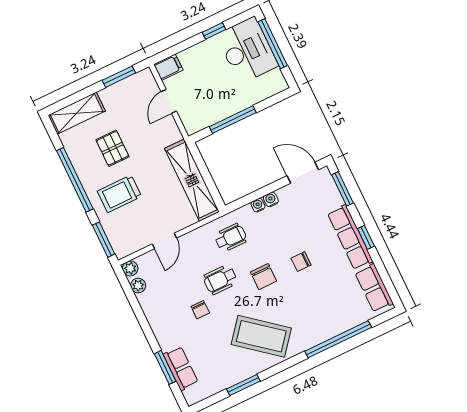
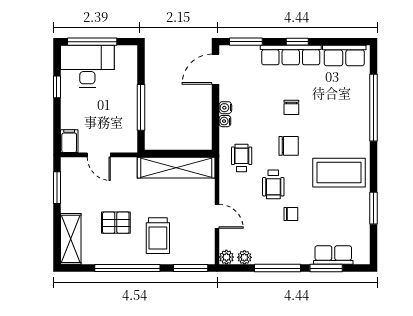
window: (143, 322) -> (278, 268), added
coffee table: (261, 336) -> (339, 173), turned 51

